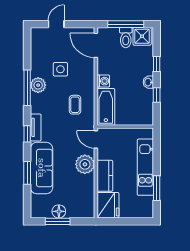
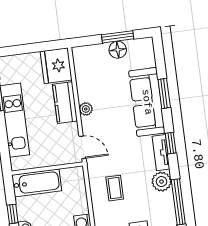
plant: (38, 85) -> (162, 182), moved
bathtub: (106, 107) -> (37, 183), moved, turned -90
plant: (85, 164) -> (86, 109), width x0.53, depth x0.53

